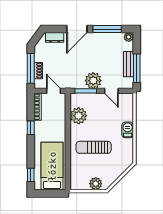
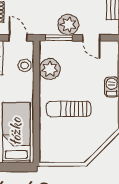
stool: (59, 113) -> (25, 65), added
plant: (96, 184) -> (71, 155), removed

